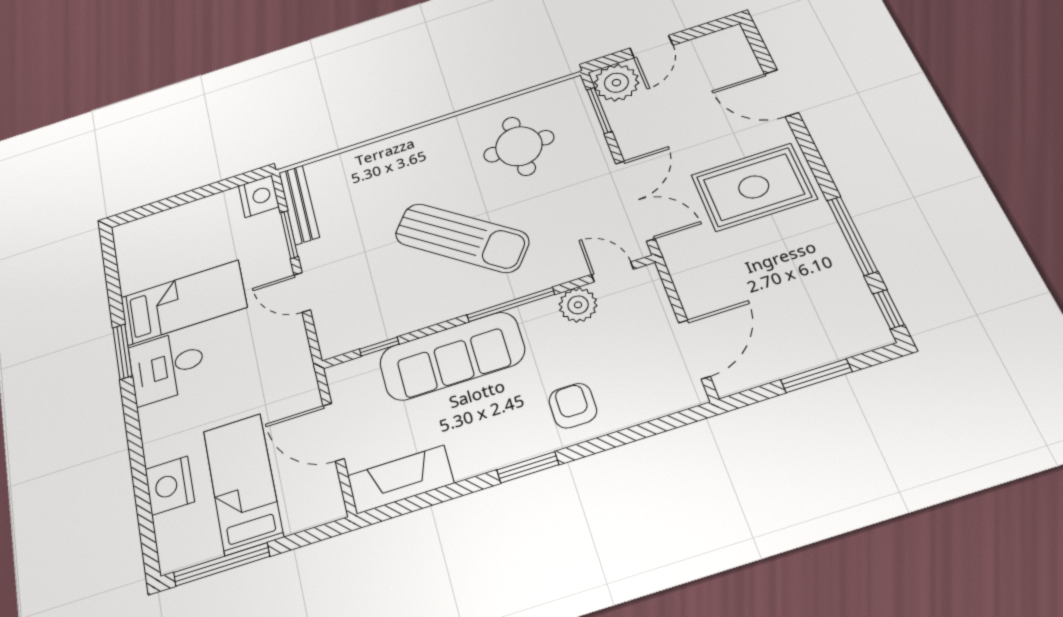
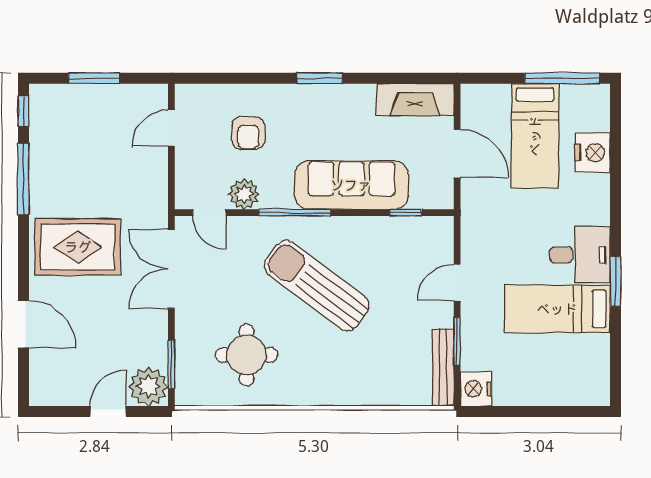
door: (302, 292) -> (457, 283), swing flipped
door: (694, 349) -> (171, 128), width x0.73
armchair: (573, 406) -> (248, 133), moved

